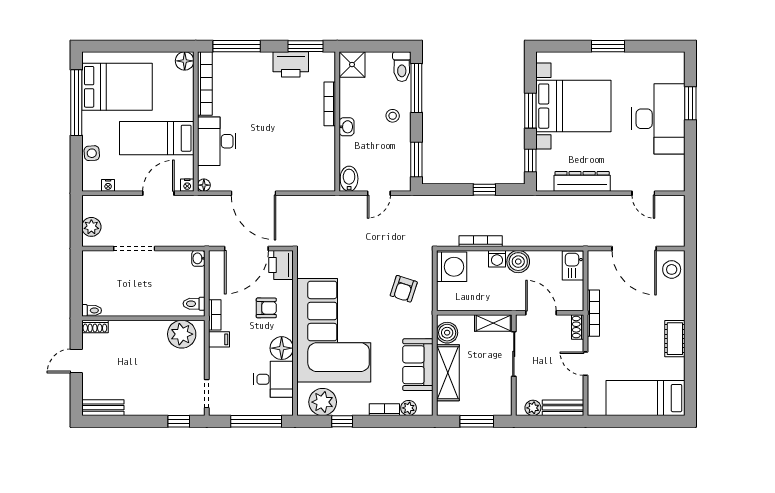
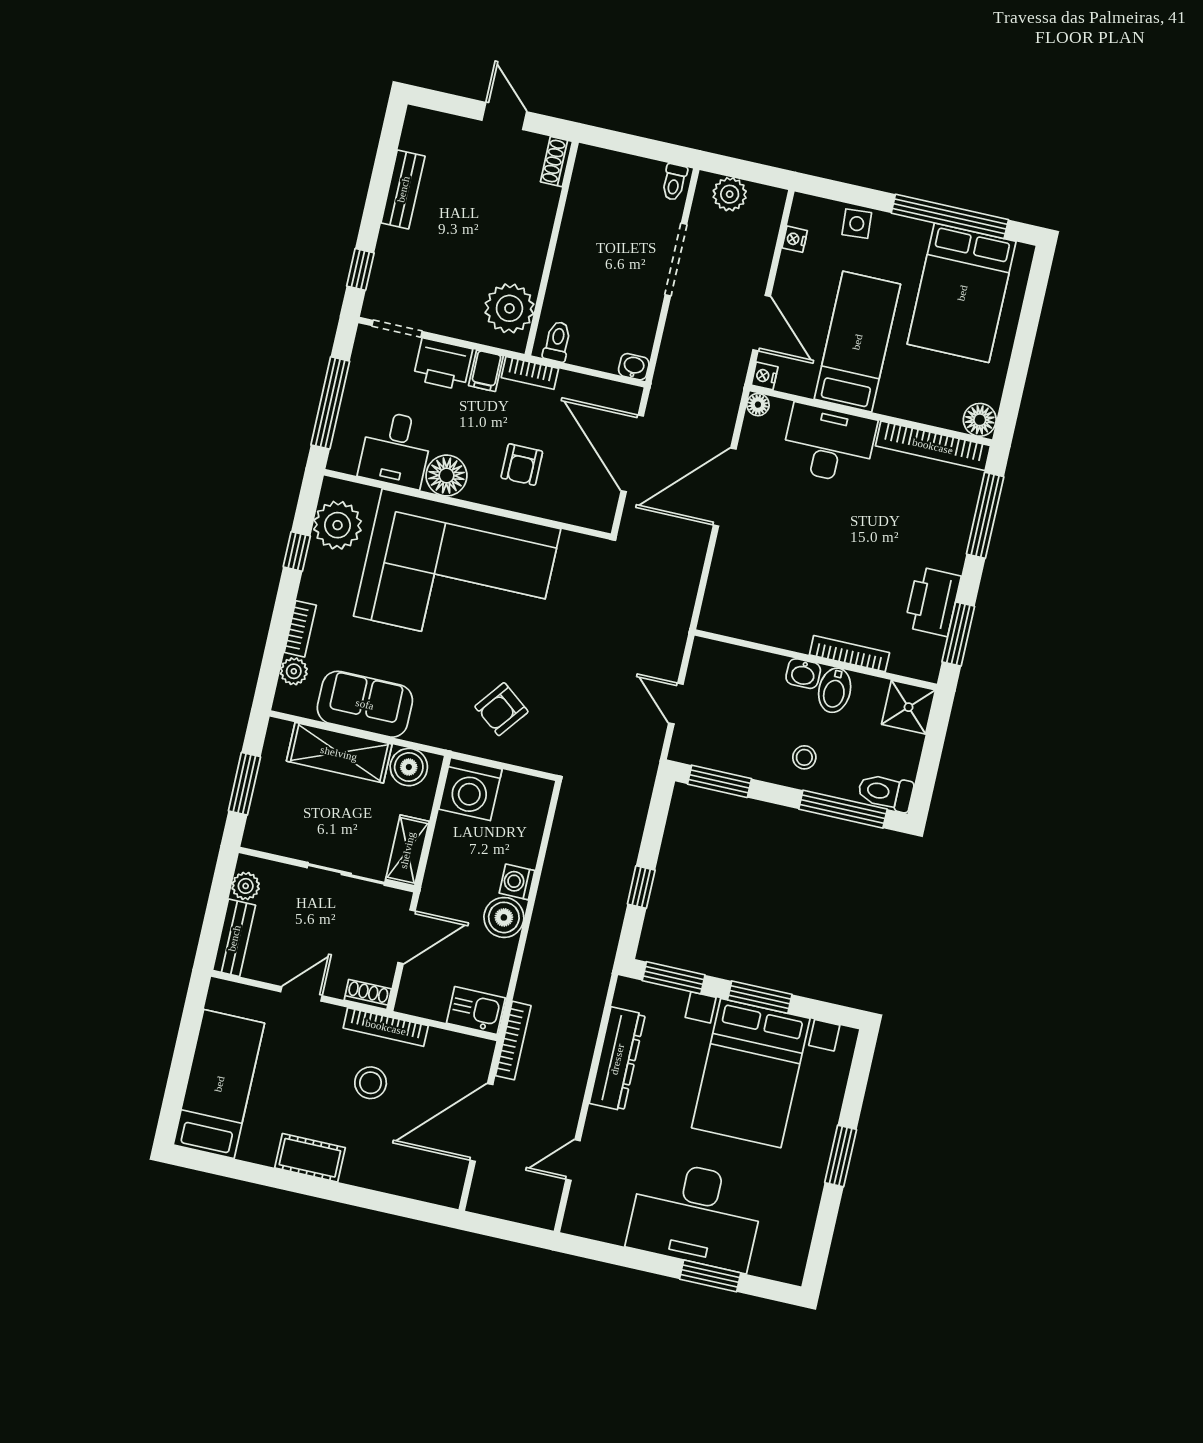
window: (530, 160) -> (674, 978), width x1.50
bidet: (349, 179) -> (835, 690), moved, turned 90
bookcase: (481, 241) -> (513, 1041), moved
printer: (281, 265) -> (443, 364), moved, turned 180
washing machine: (452, 267) -> (470, 789), moved
stool: (672, 269) -> (371, 1083), moved
armchair: (404, 289) -> (501, 709), turned -70
toilet: (92, 310) -> (674, 182), moved
bench: (103, 408) -> (403, 189), moved

